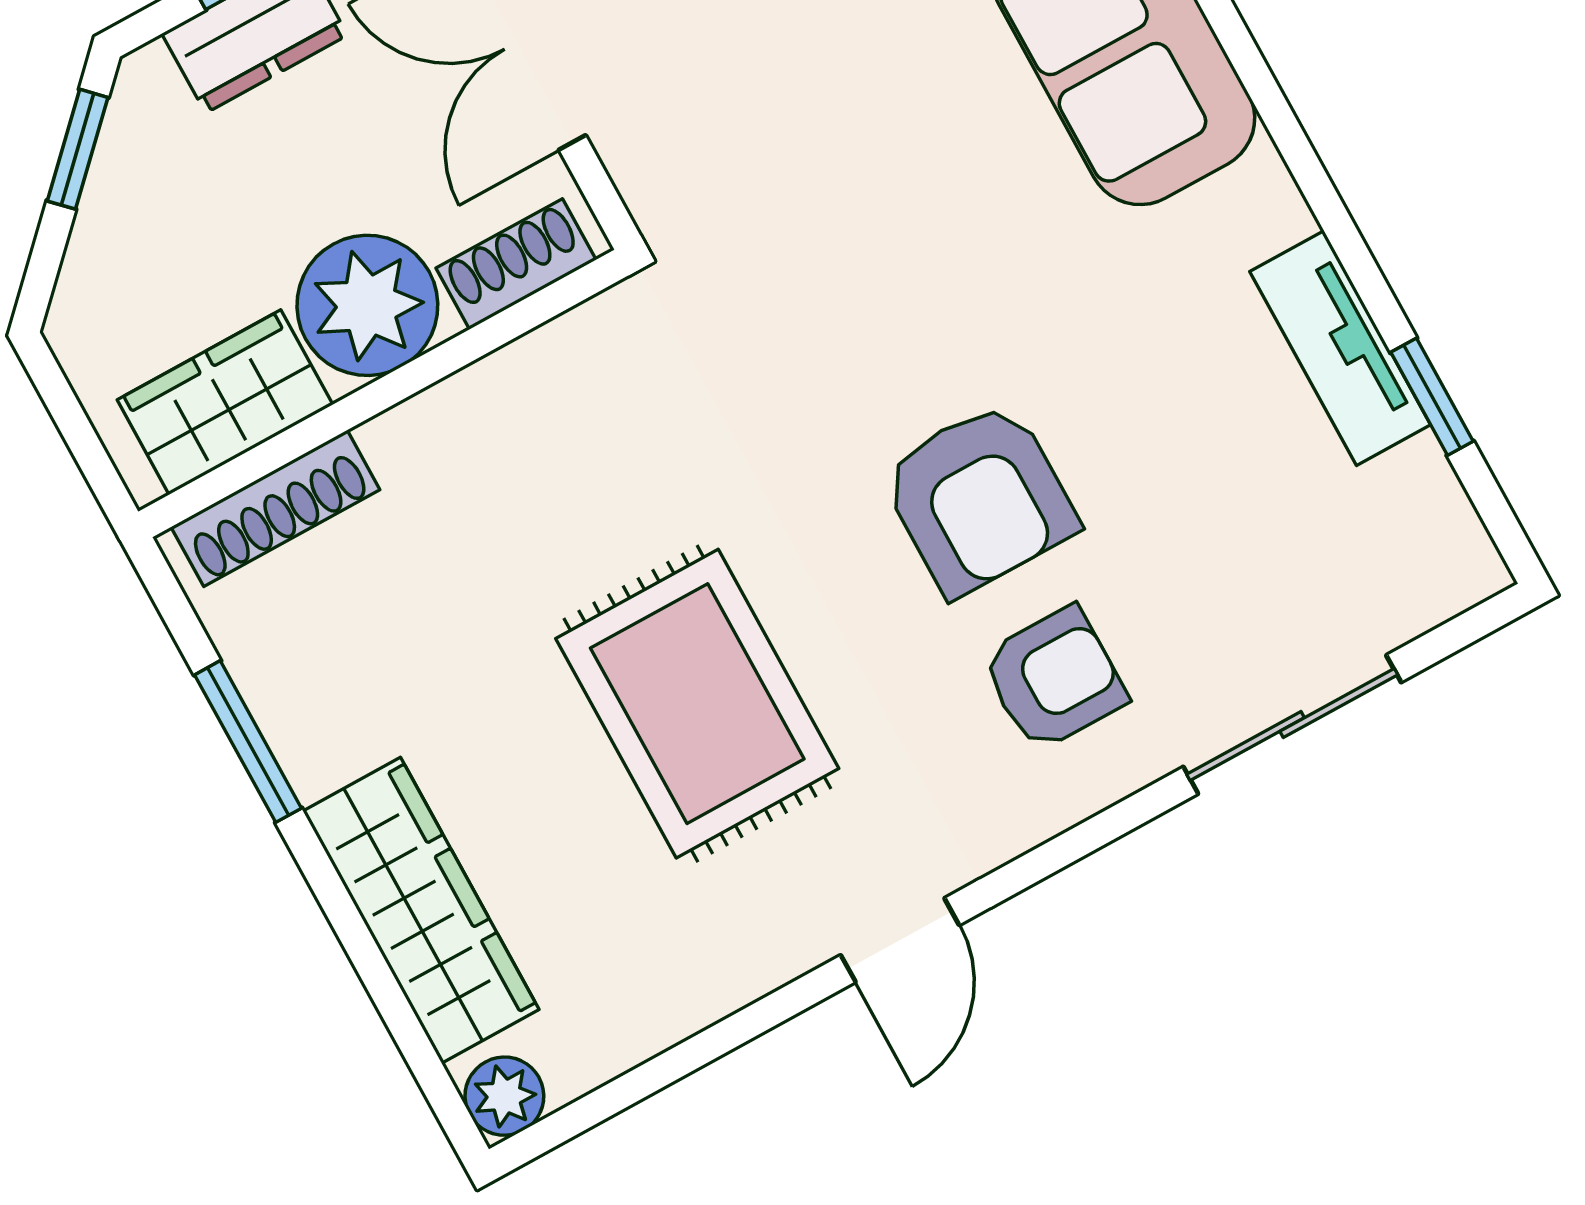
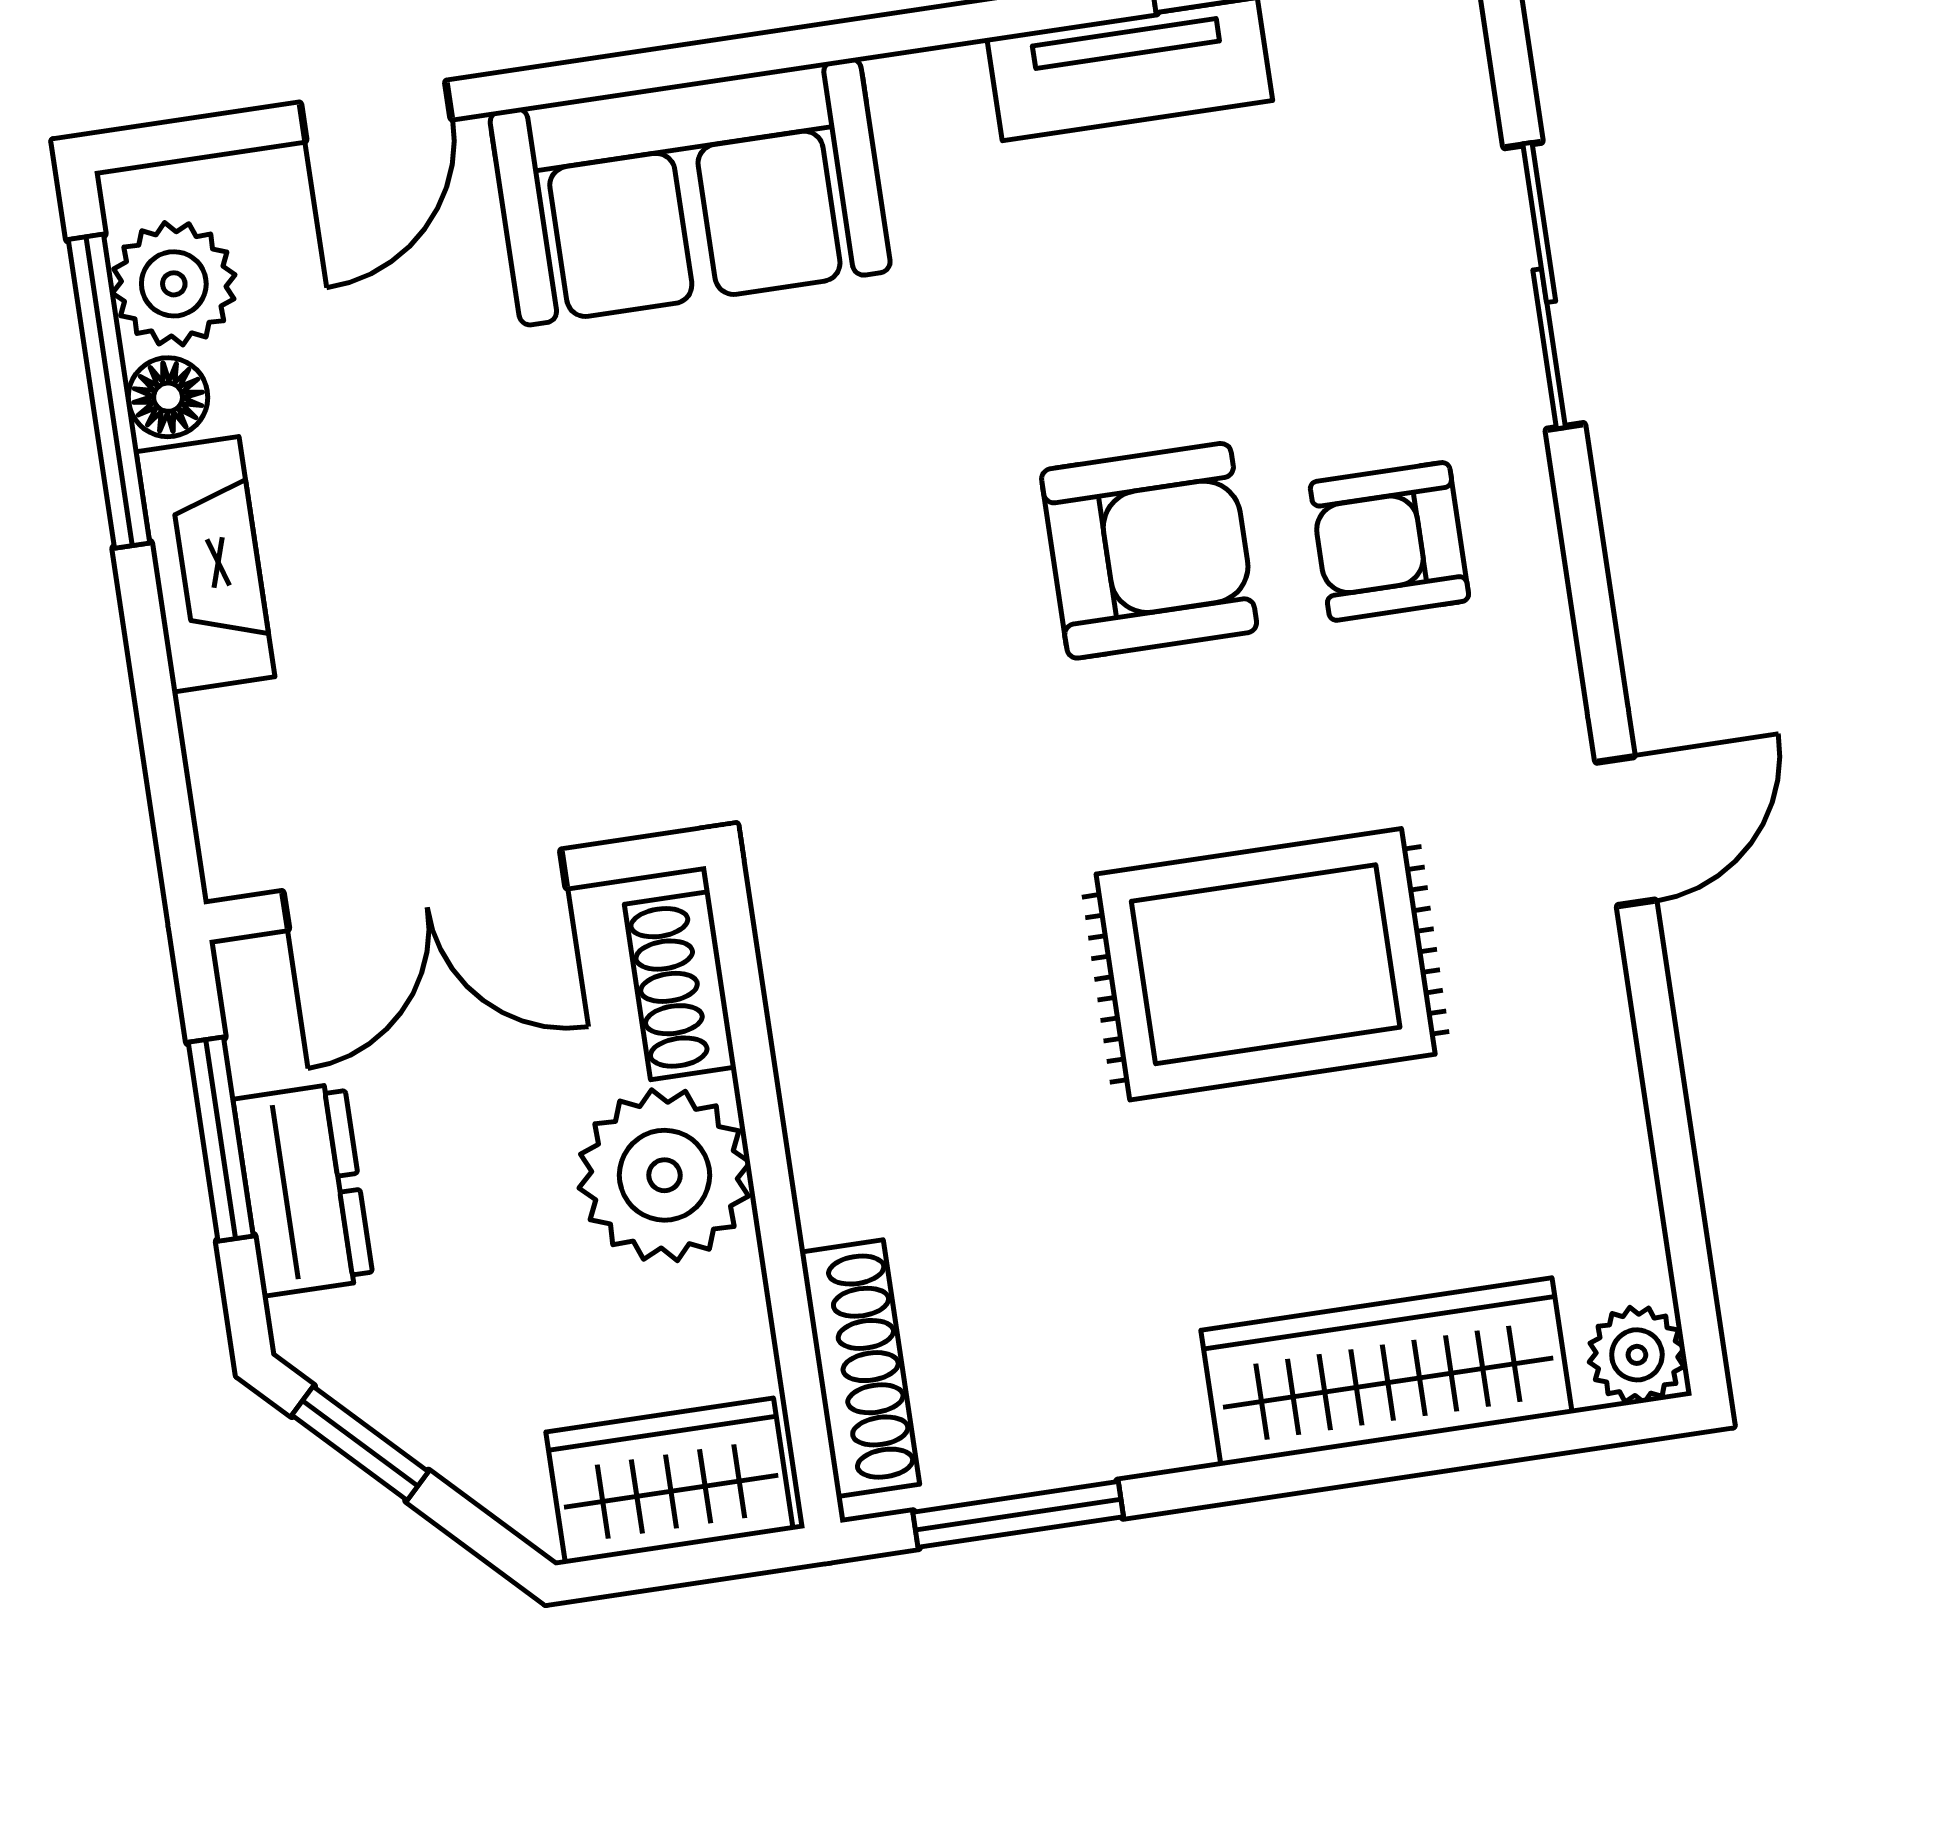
wardrobe: (225, 402) -> (670, 1481), moved, turned 90
armchair: (1054, 679) -> (1389, 541), turned -90
window: (248, 742) -> (1018, 1514), moved
door: (900, 940) -> (1626, 831), hinge flipped

